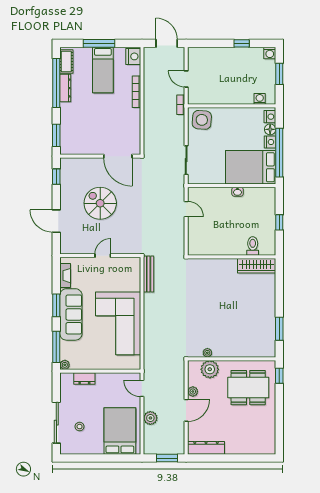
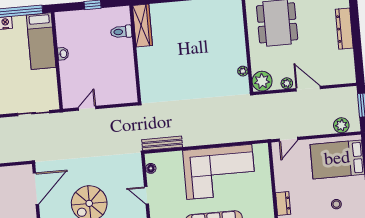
bed: (251, 167) -> (41, 41), width x0.67
floor lamp: (127, 262) -> (151, 168), added
plant: (210, 369) -> (262, 81), moved
plant: (150, 418) -> (341, 125), moved
dresser: (206, 448) -> (344, 29), moved

